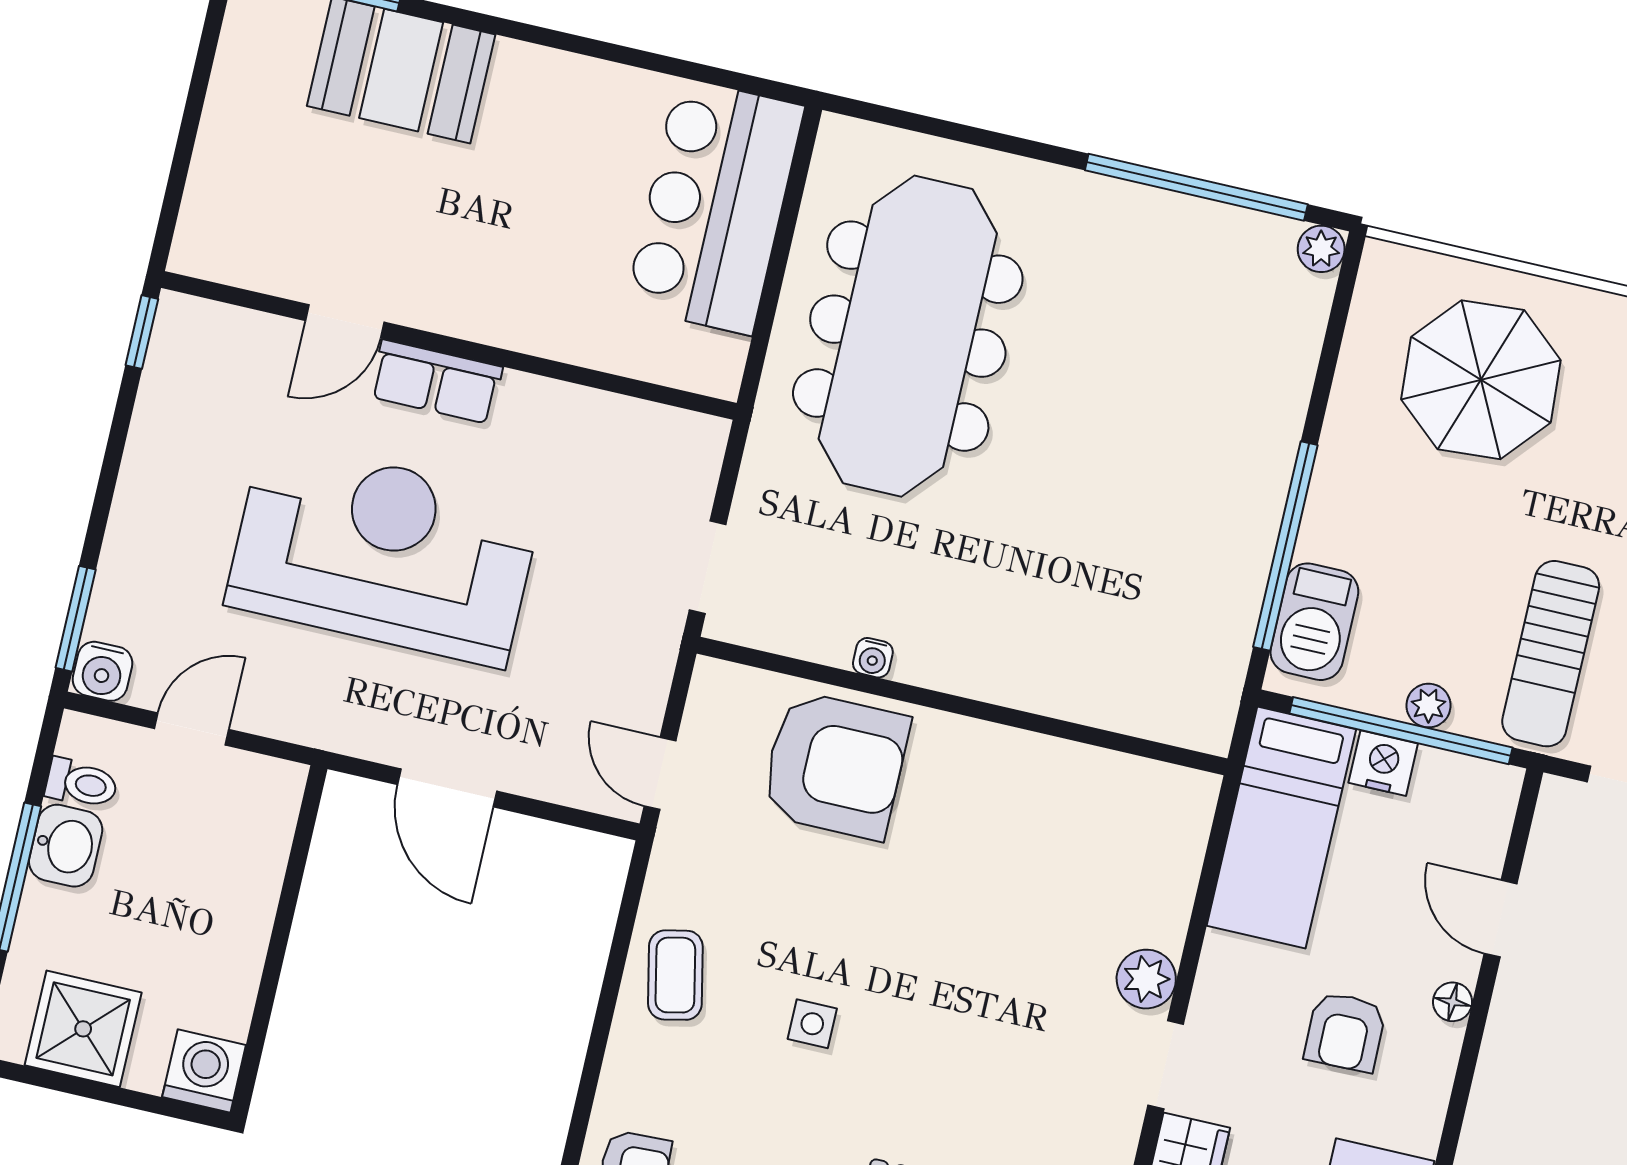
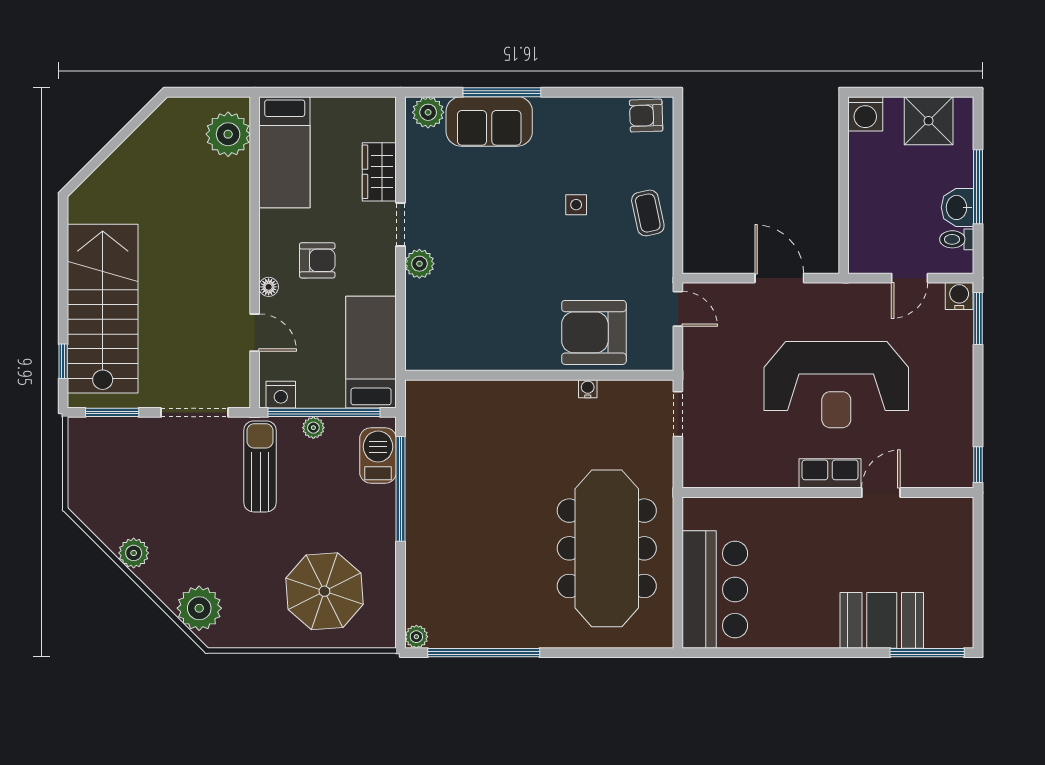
nightstand: (1383, 763) -> (281, 395), moved
armchair: (1345, 1032) -> (317, 260), turned 91

